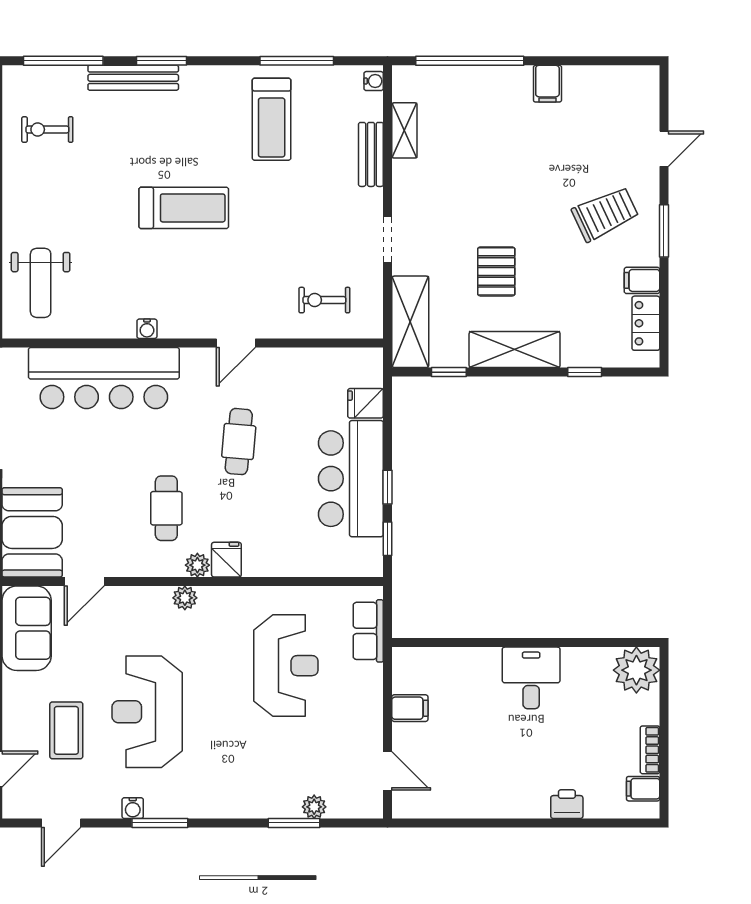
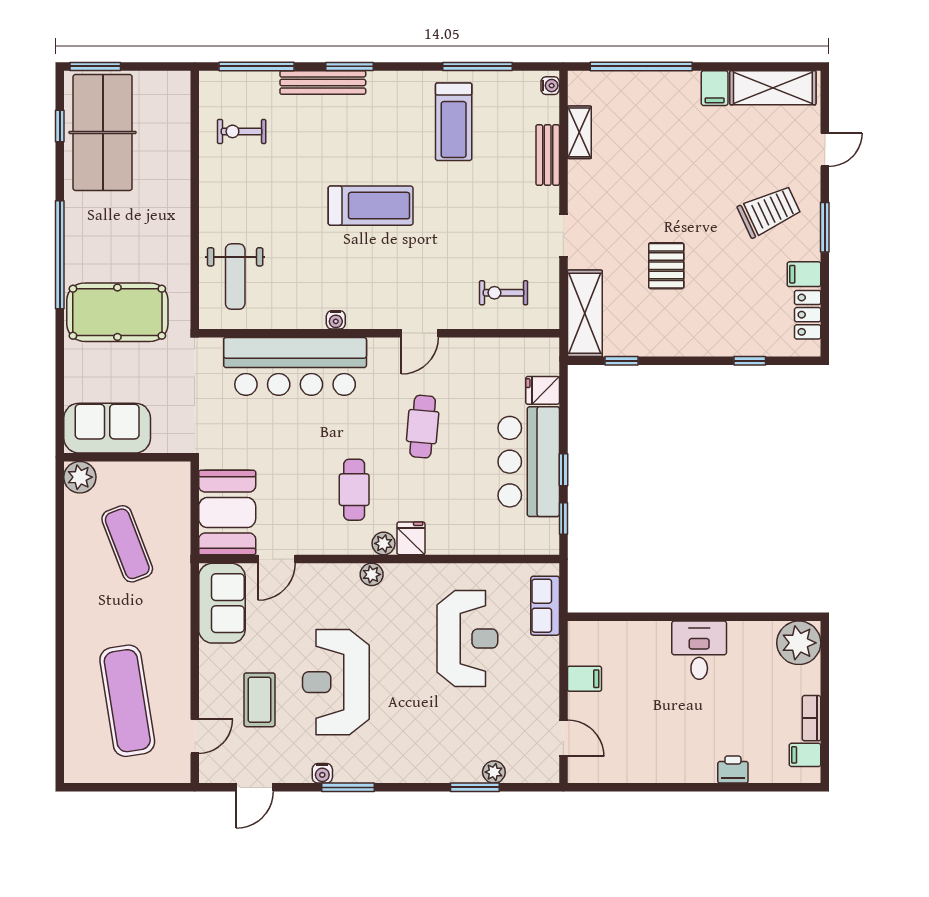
shelving: (515, 350) -> (773, 88), moved

